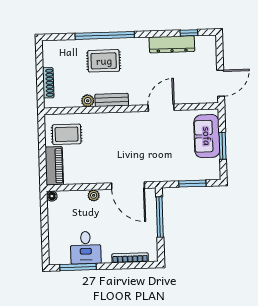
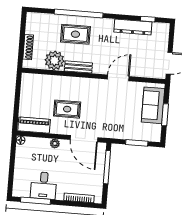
plant: (88, 101) -> (55, 60), width x1.88, depth x1.88
rug: (67, 134) -> (67, 109), moved
piano: (54, 166) -> (34, 125), moved, turned -90

